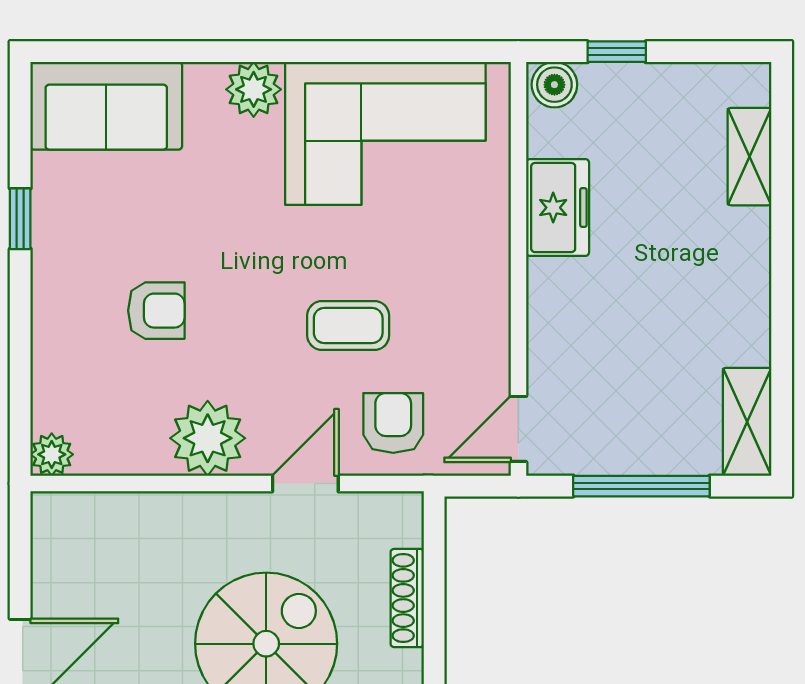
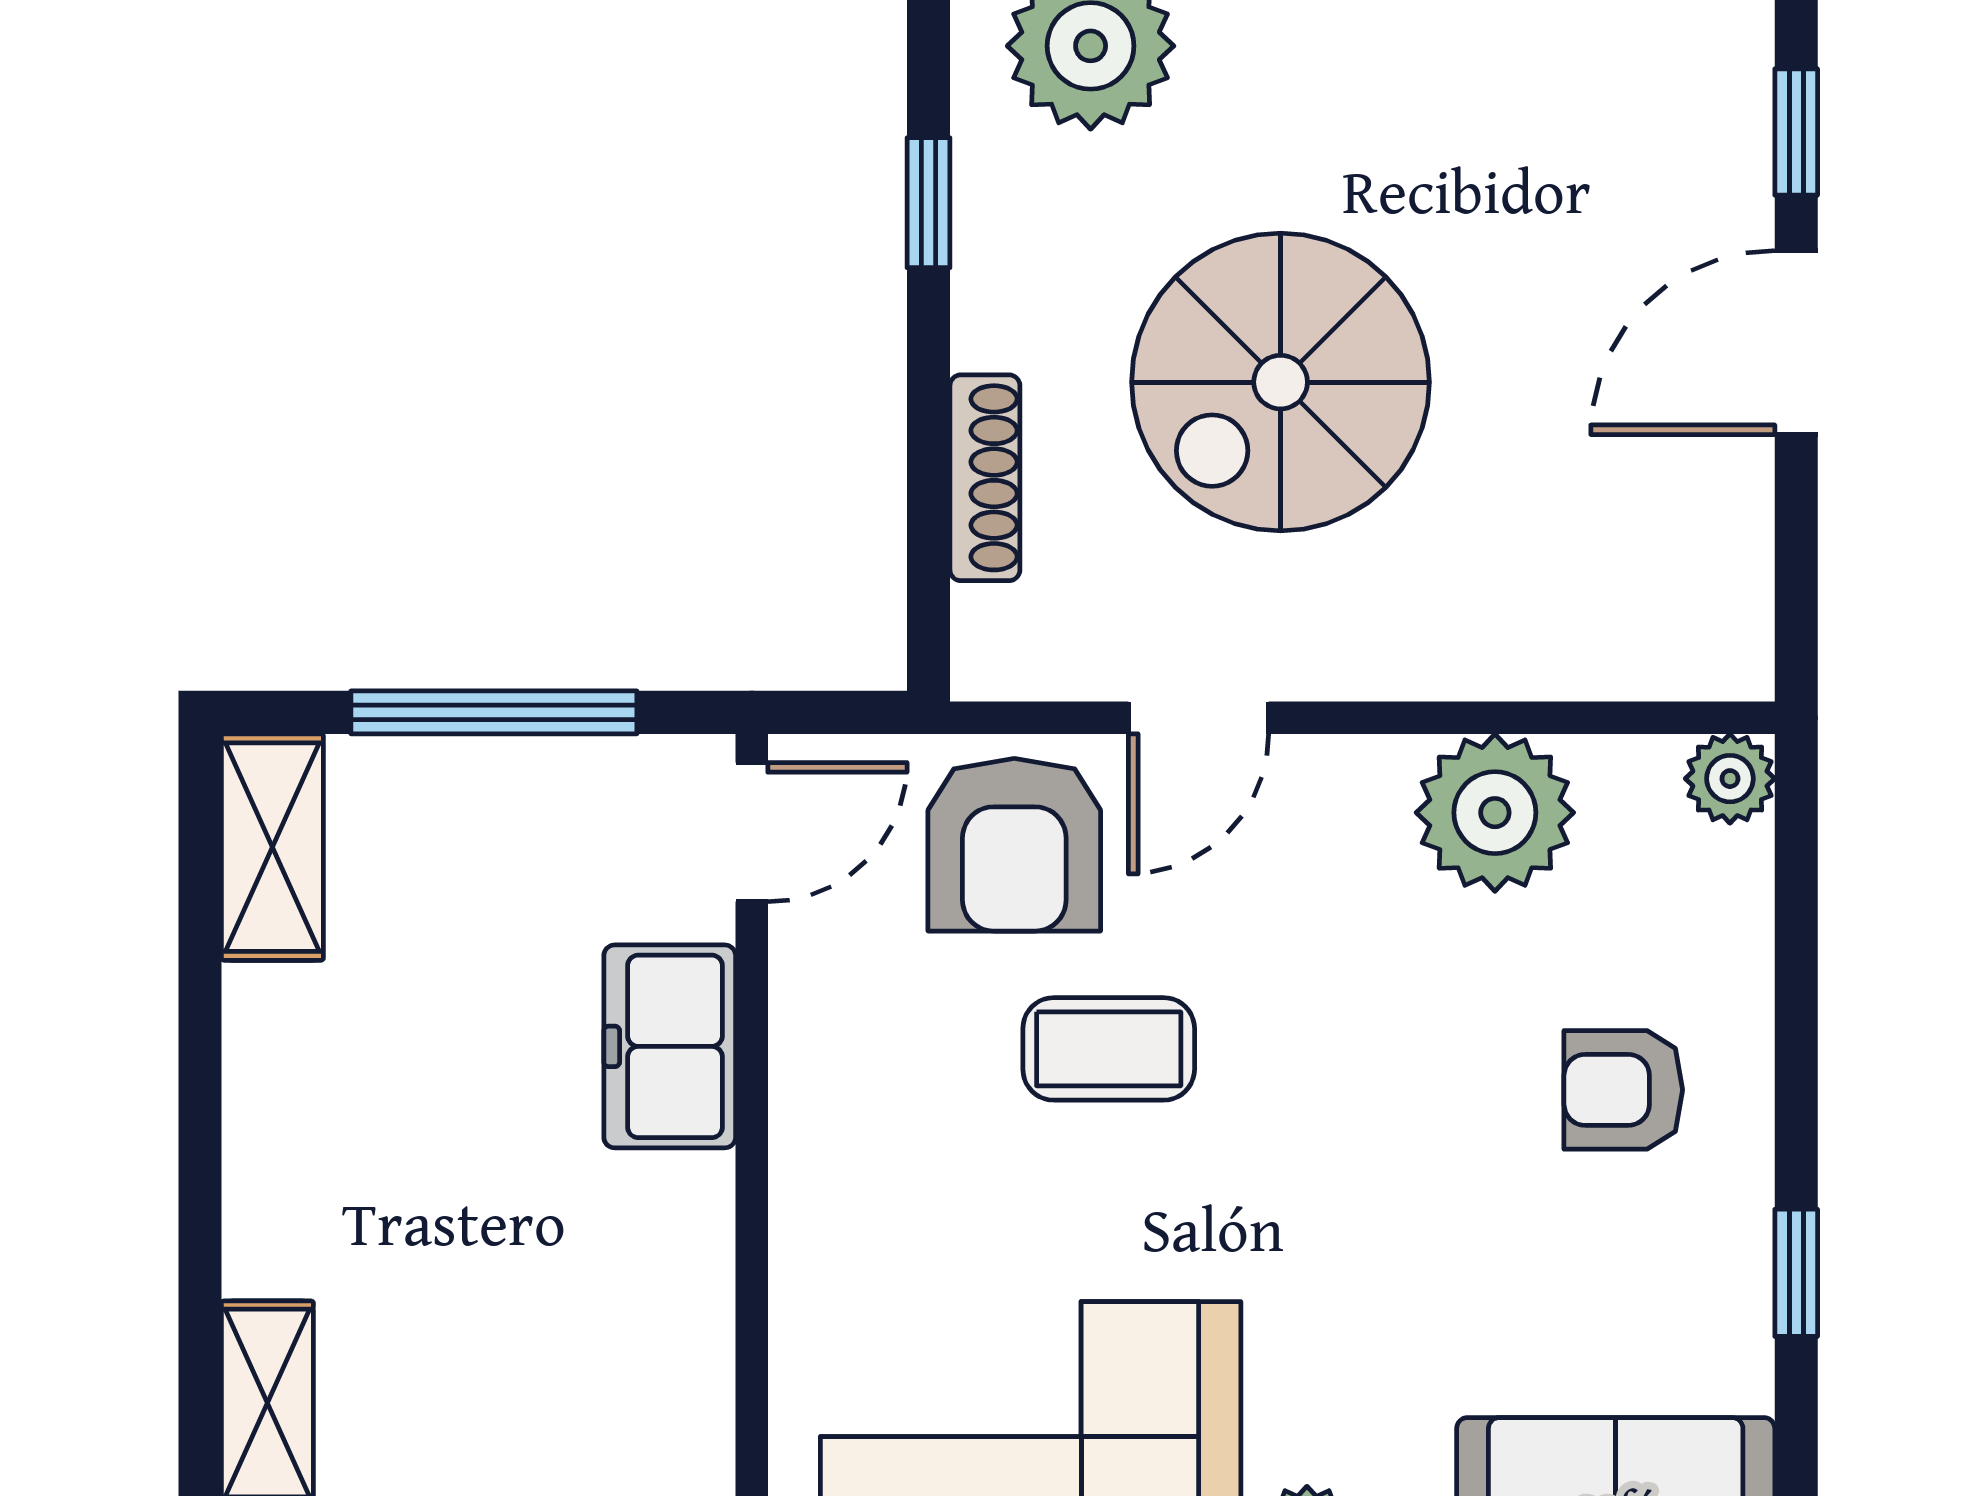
freezer: (558, 208) -> (670, 1046), moved
armchair: (156, 311) -> (1623, 1090), moved
armchair: (393, 423) -> (1014, 845), width x1.38, depth x1.38
plant: (208, 438) -> (1495, 813), moved

